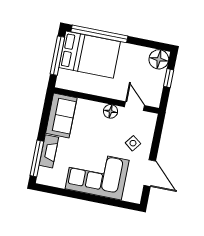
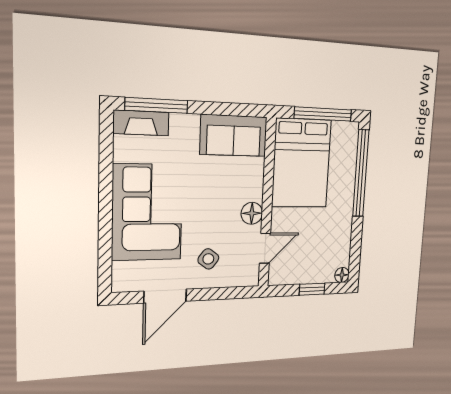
bed: (90, 55) -> (301, 163), moved
floor lamp: (159, 59) -> (342, 275), width x0.53, depth x0.53
fireplace: (49, 151) -> (141, 123), moved

